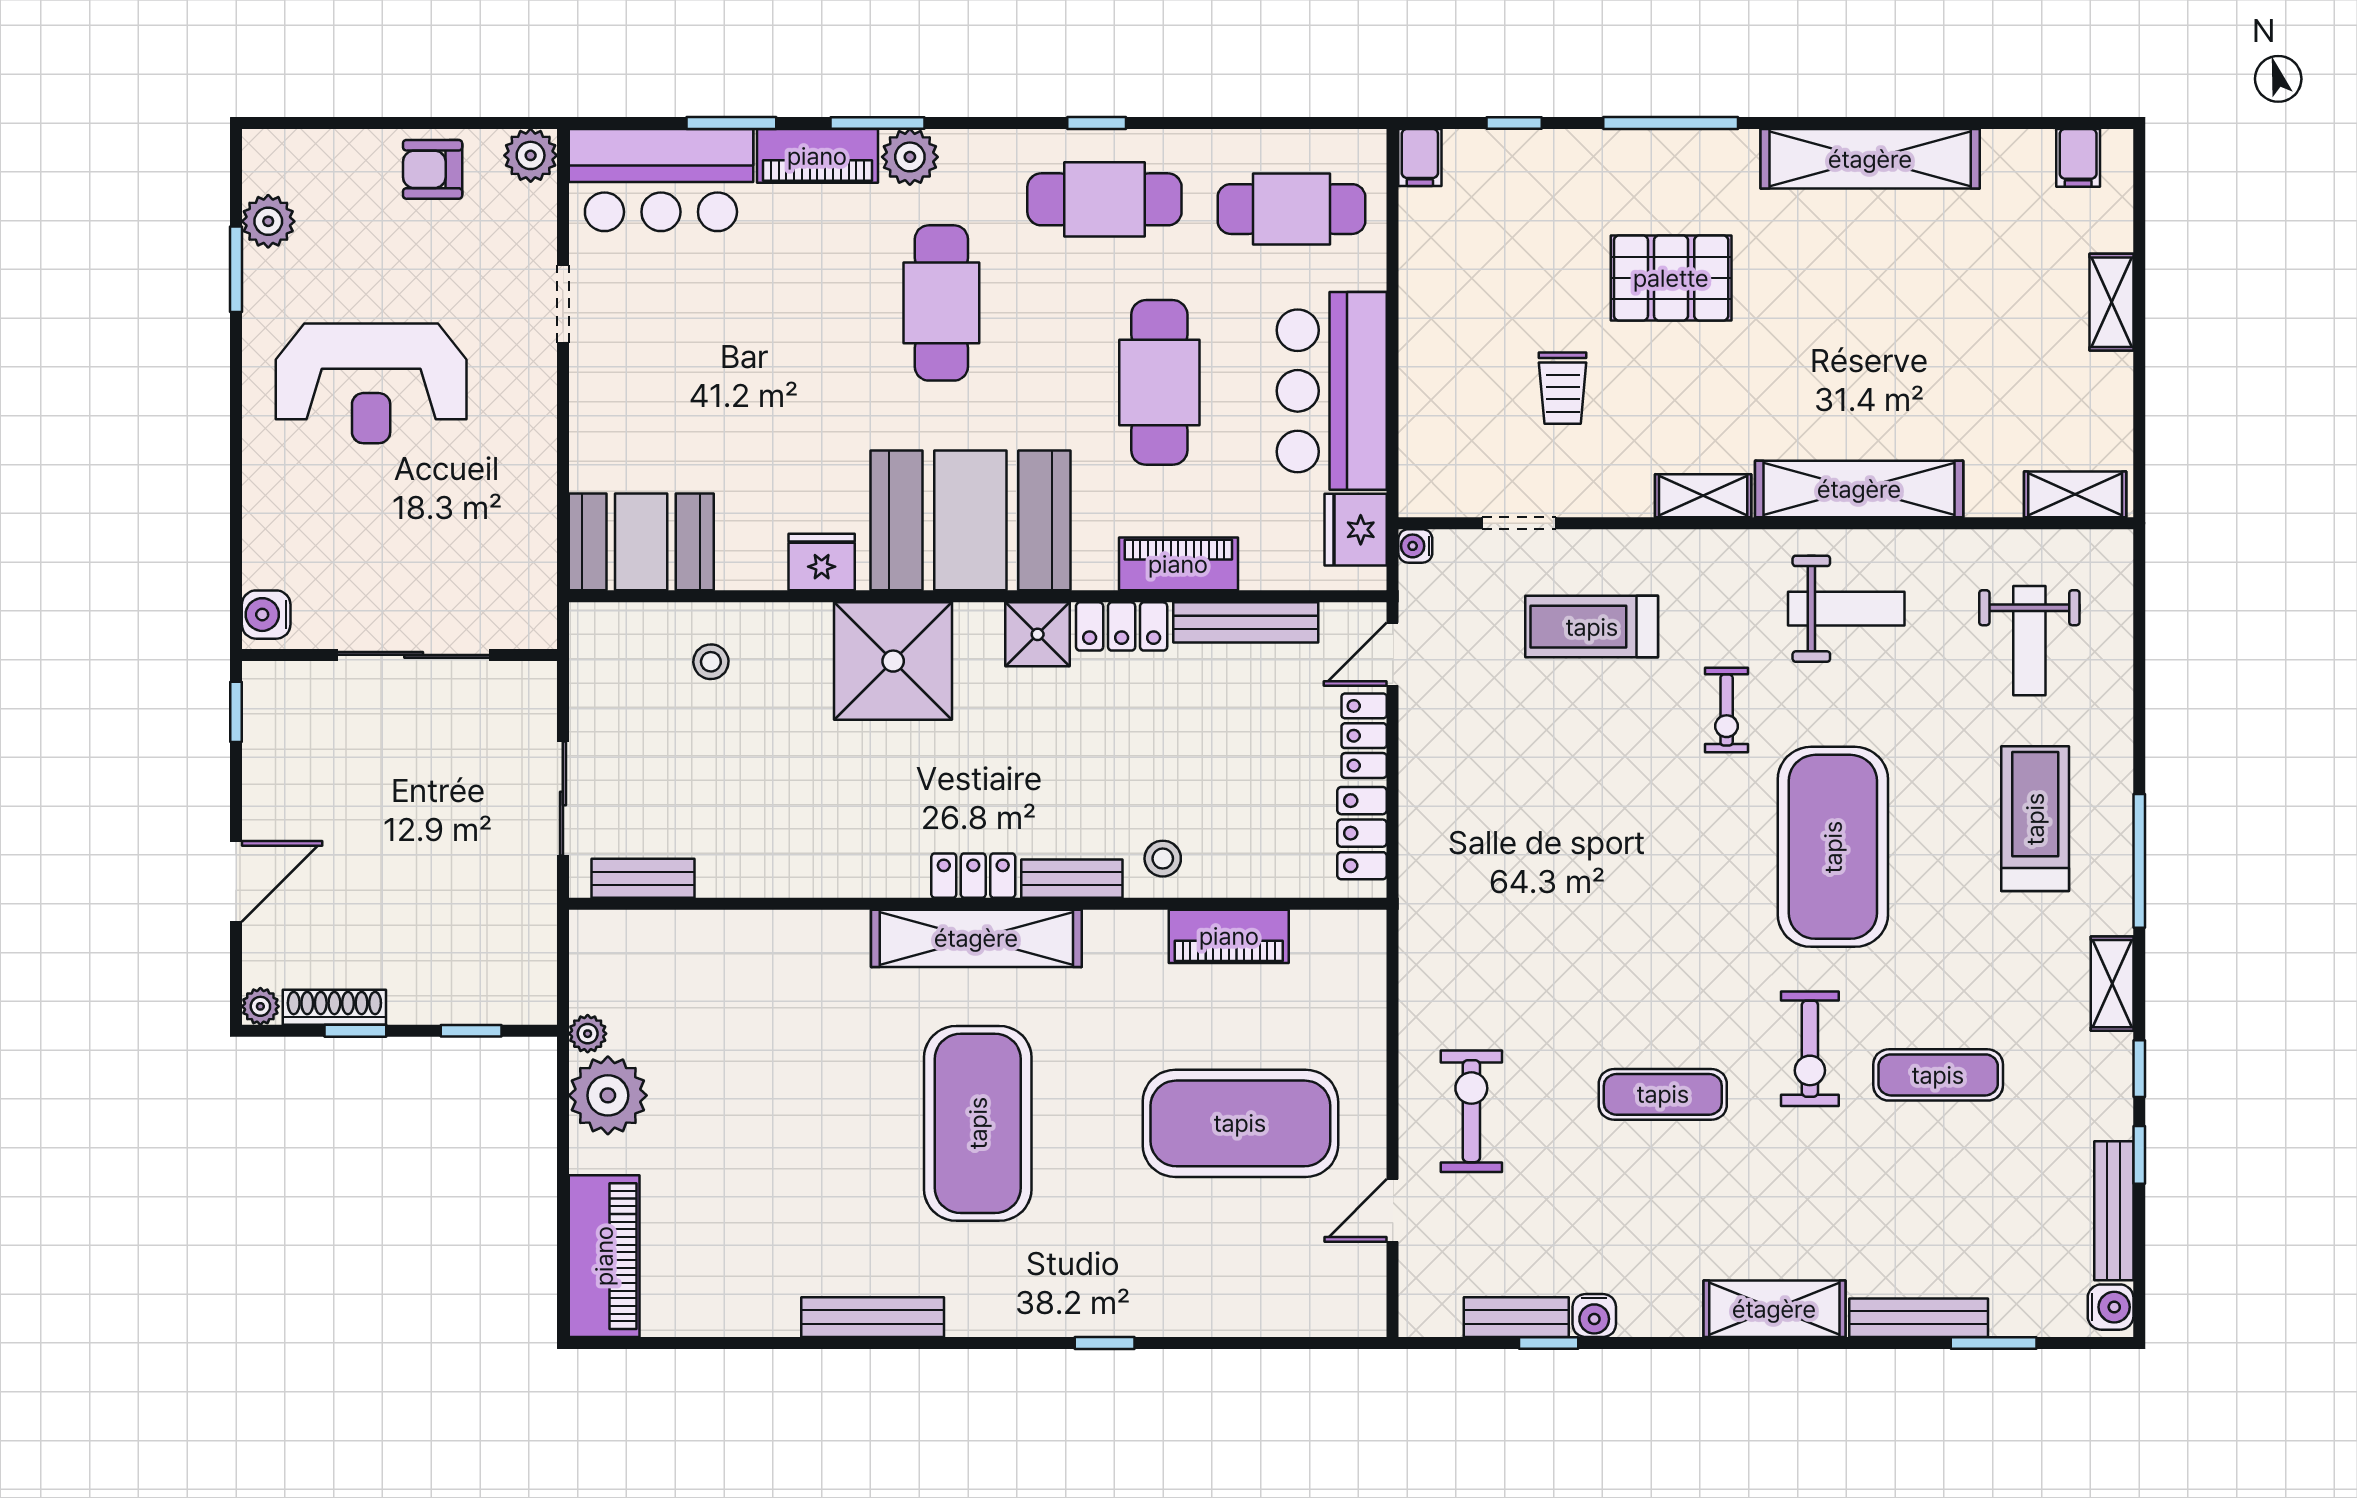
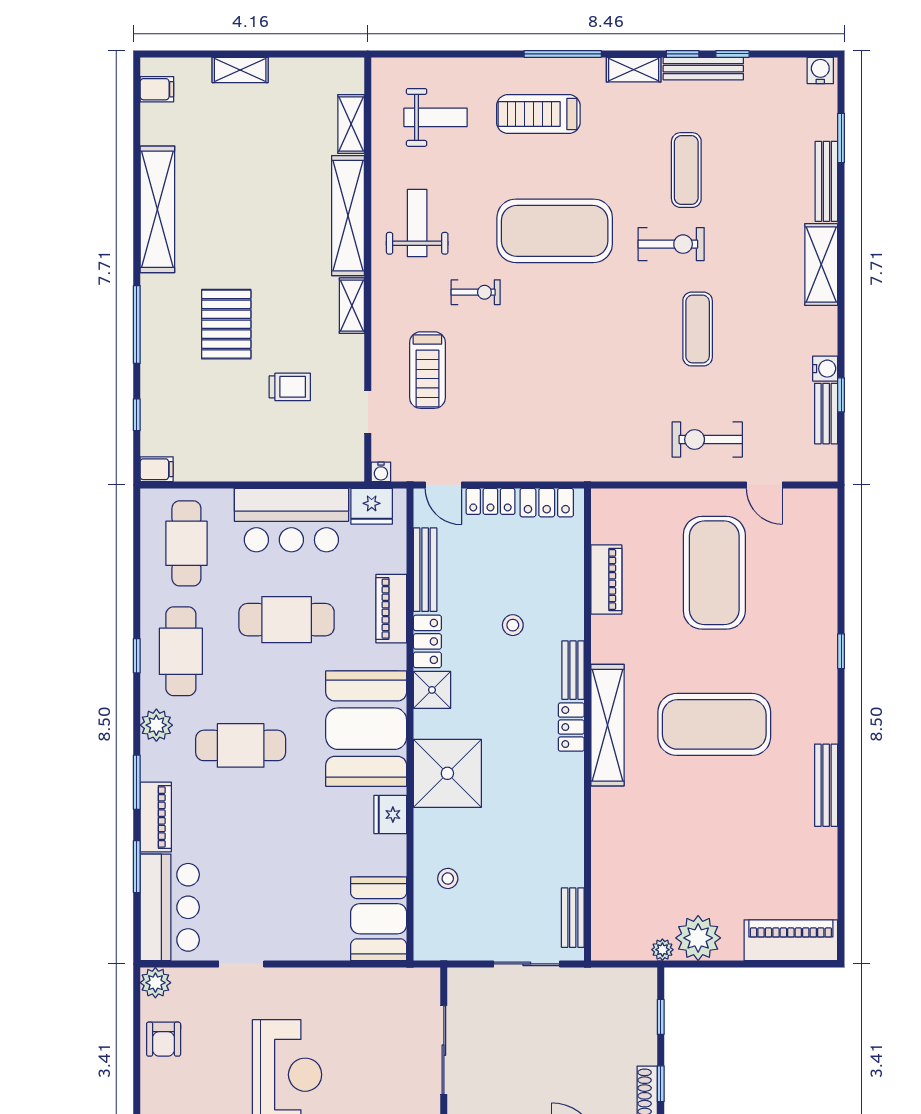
plant: (910, 157) -> (156, 725), moved
shelving: (2075, 494) -> (351, 124), moved
stool: (1163, 859) -> (513, 625), moved
bench: (2114, 1211) -> (703, 69), moved

